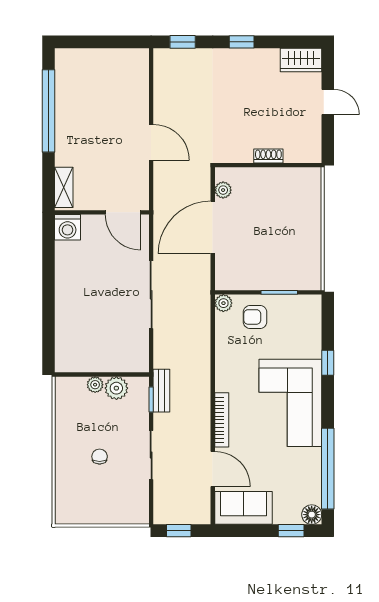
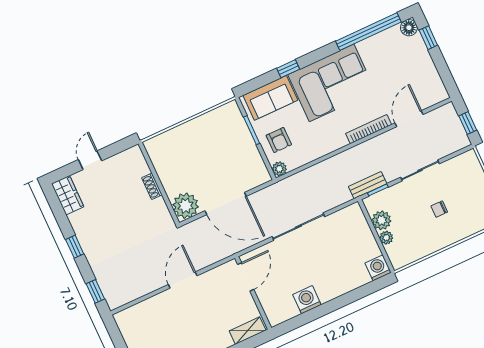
plant: (223, 190) -> (186, 206), width x1.87, depth x1.87
washing machine: (68, 227) -> (307, 300), moved, turned -90
washing machine: (66, 361) -> (378, 268), added
sofa: (243, 508) -> (270, 98), moved, turned -90

